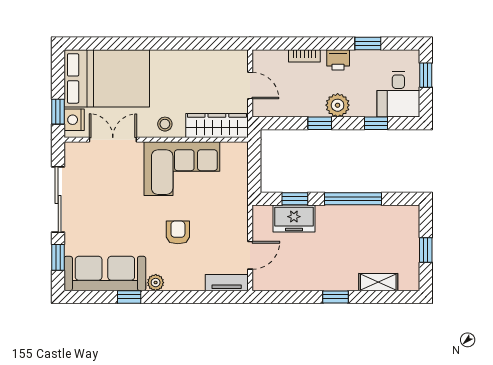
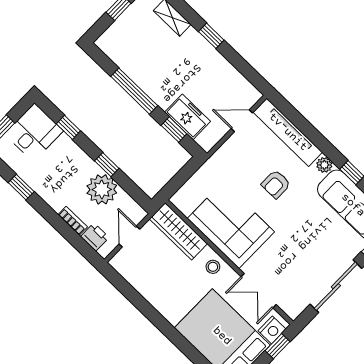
printer: (338, 60) -> (95, 237), moved
plant: (338, 105) -> (102, 189), moved, width x1.36, depth x1.36
tv unit: (227, 283) -> (288, 132), width x1.92, depth x1.29

